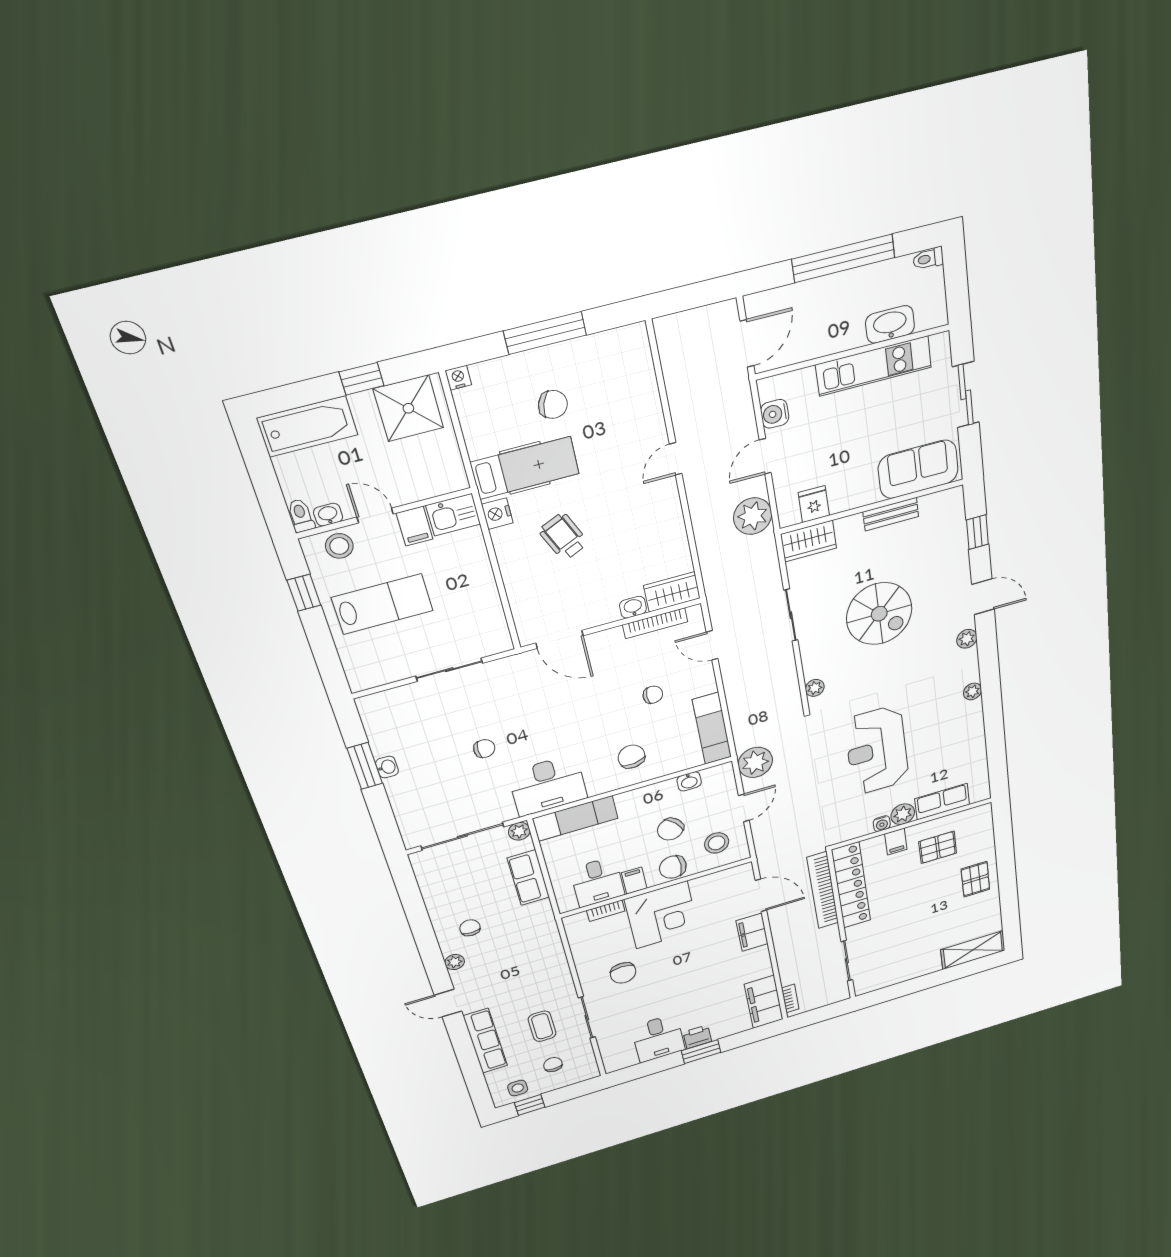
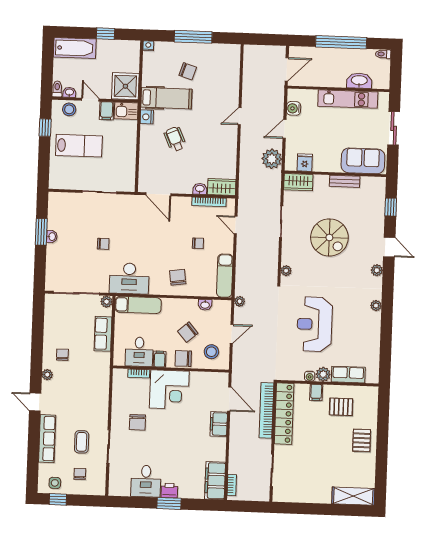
shower: (408, 408) -> (125, 86), moved
plant: (755, 762) -> (240, 301), width x0.53, depth x0.53

